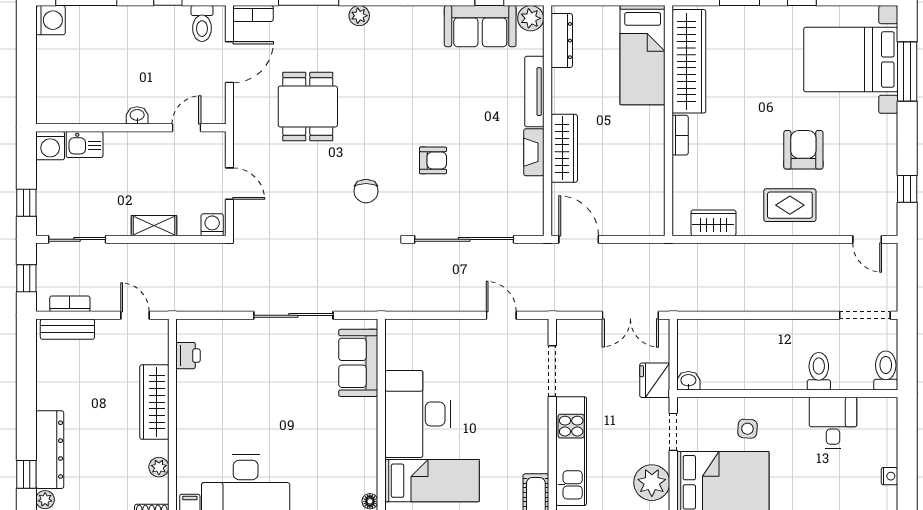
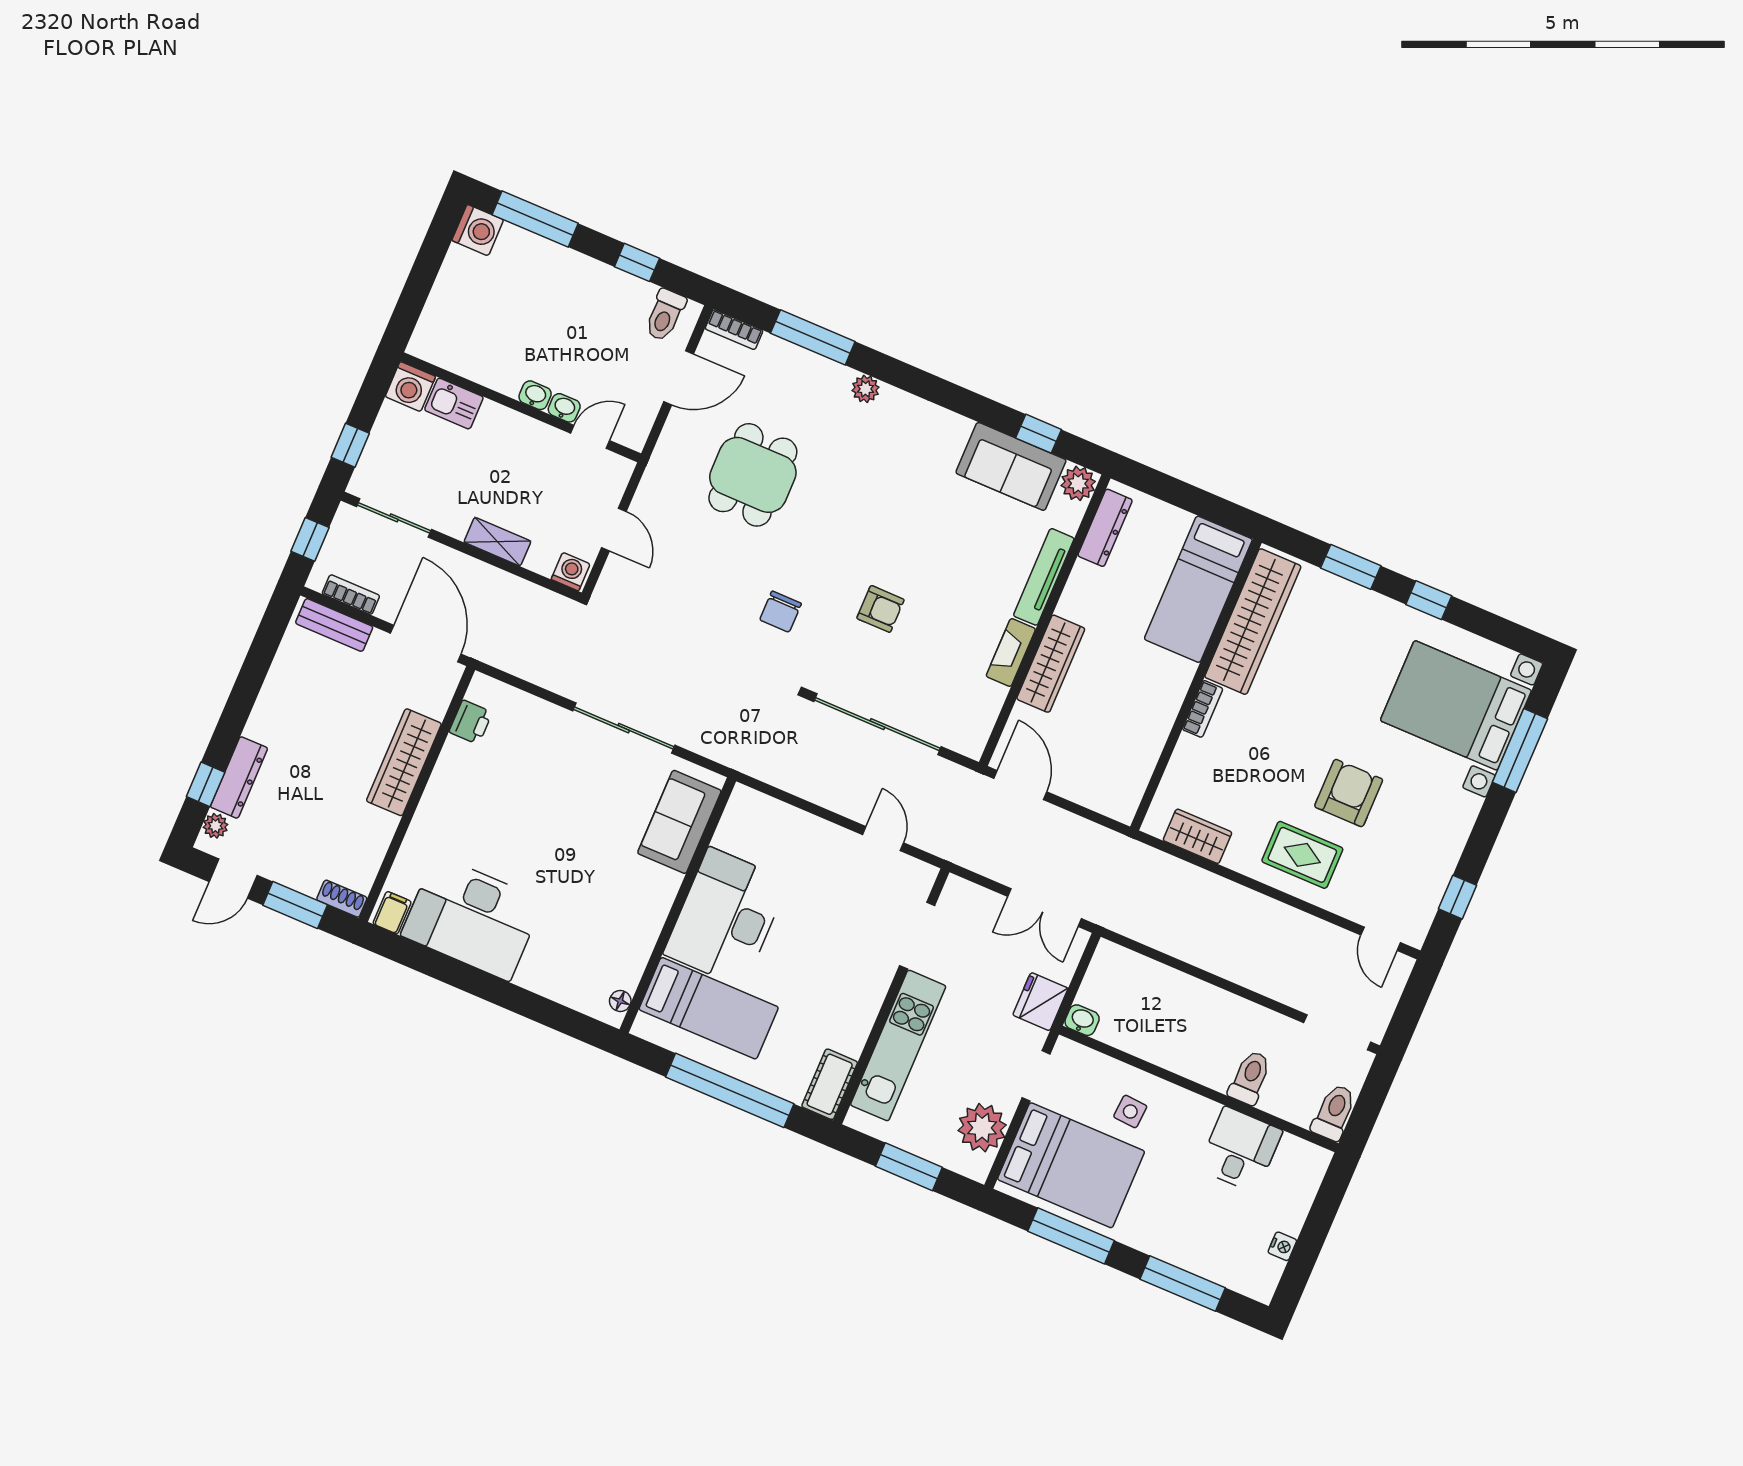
washbasin: (161, 116) -> (564, 408), added
door: (135, 315) -> (426, 644), width x1.87
dresser: (50, 450) -> (239, 777), width x0.73, depth x0.80
plant: (159, 467) -> (375, 846), removed

